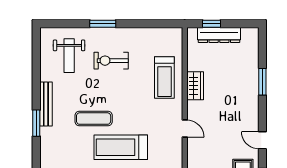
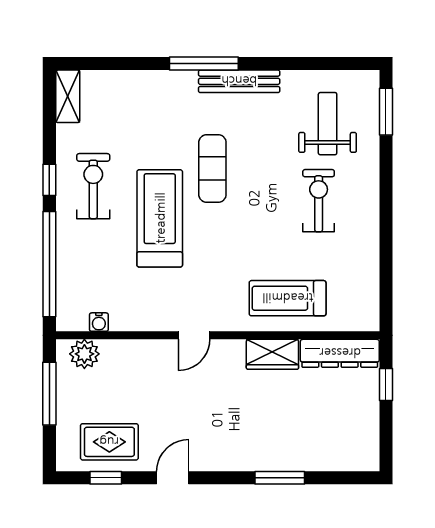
window: (103, 24) -> (386, 112), moved
dresser: (219, 35) -> (340, 353), moved, turned -90
weight bench: (69, 56) -> (328, 124), turned 90
window: (36, 123) -> (204, 63), width x1.44

